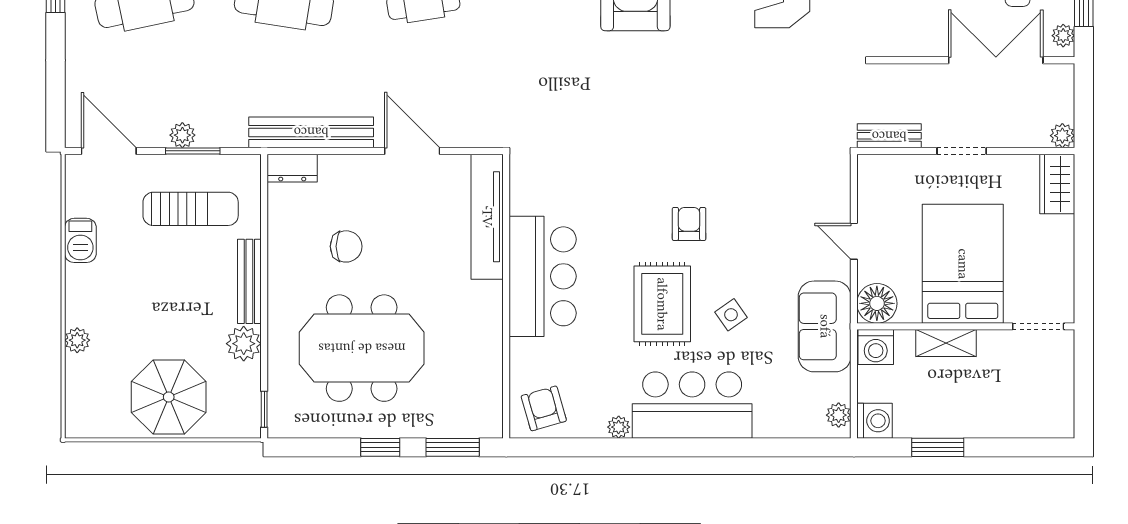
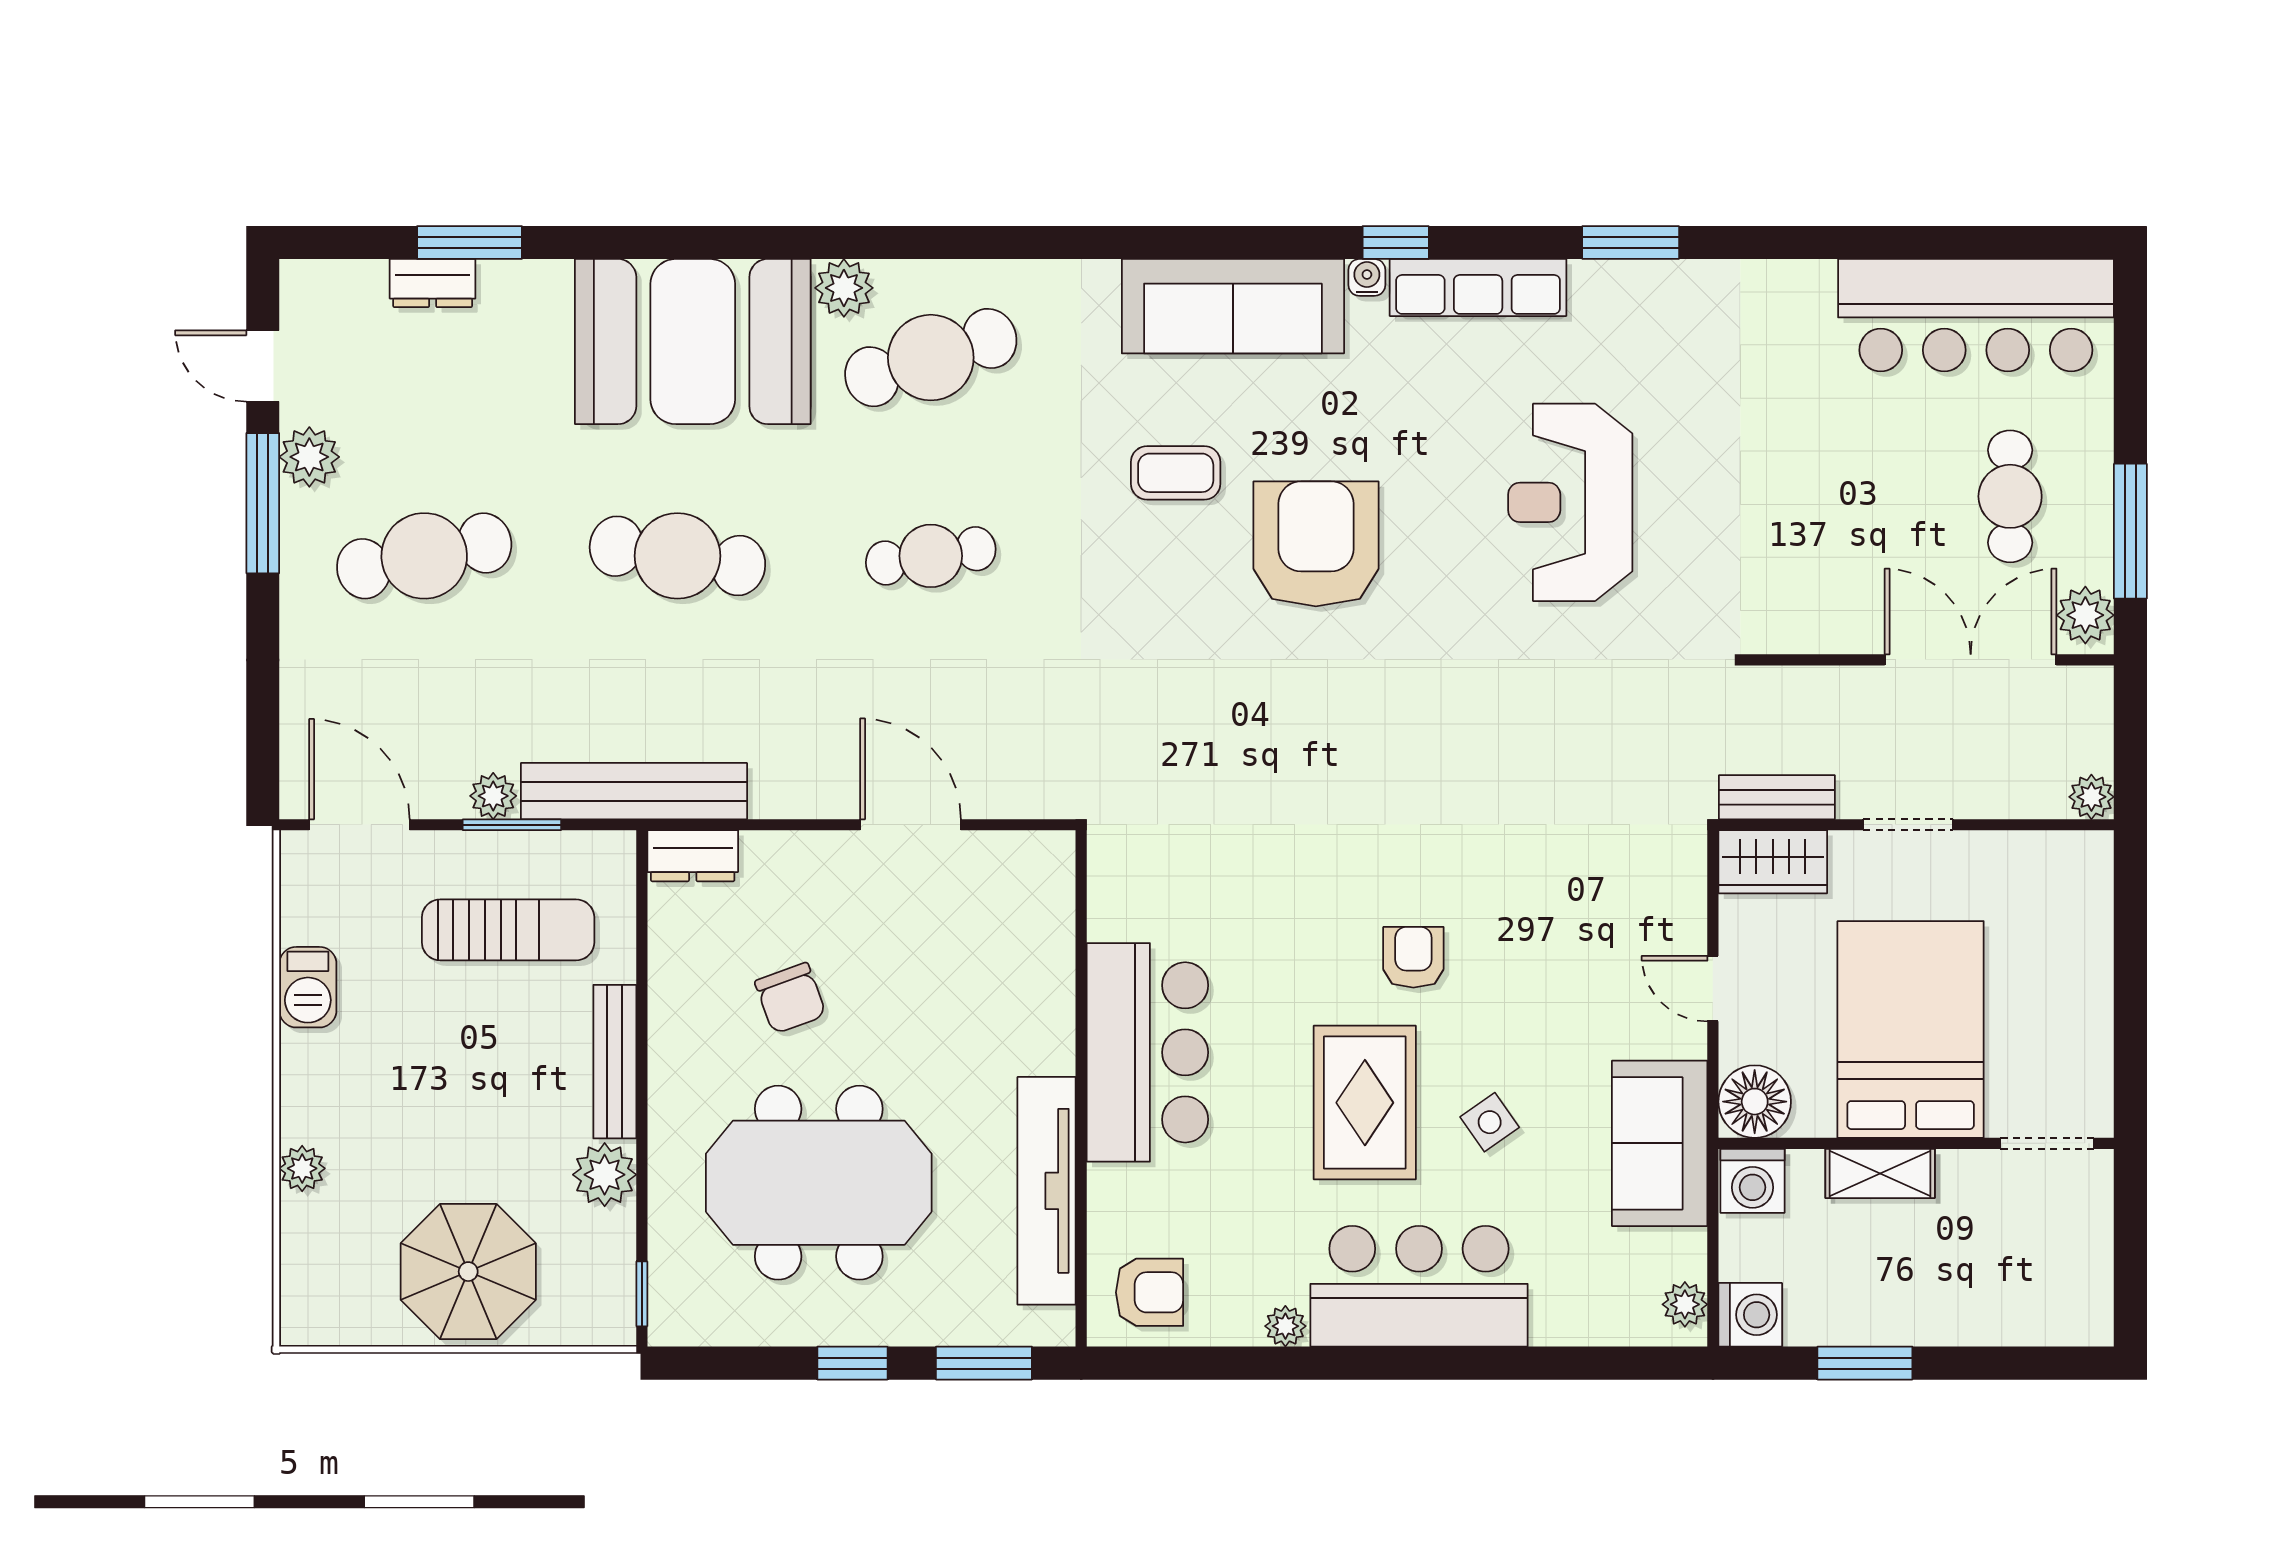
plant: (1063, 36) -> (2085, 615), width x1.38, depth x1.38
bench: (311, 132) -> (634, 791), moved
wardrobe: (1057, 184) -> (1773, 862), moved, turned -90
tv unit: (487, 217) -> (1047, 1191), moved
chair: (346, 246) -> (790, 998), turned 70
armchair: (544, 408) -> (1150, 1292), turned 106

